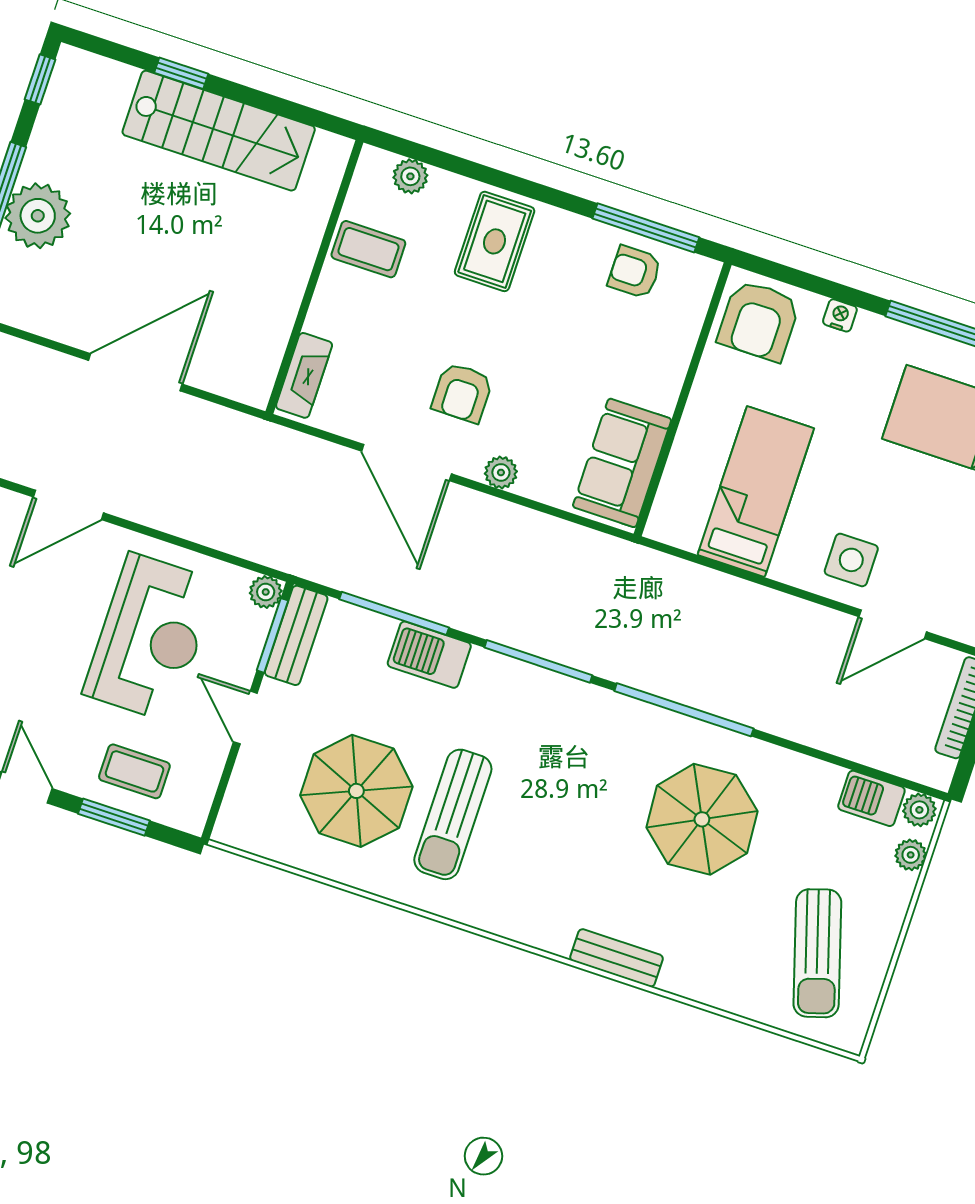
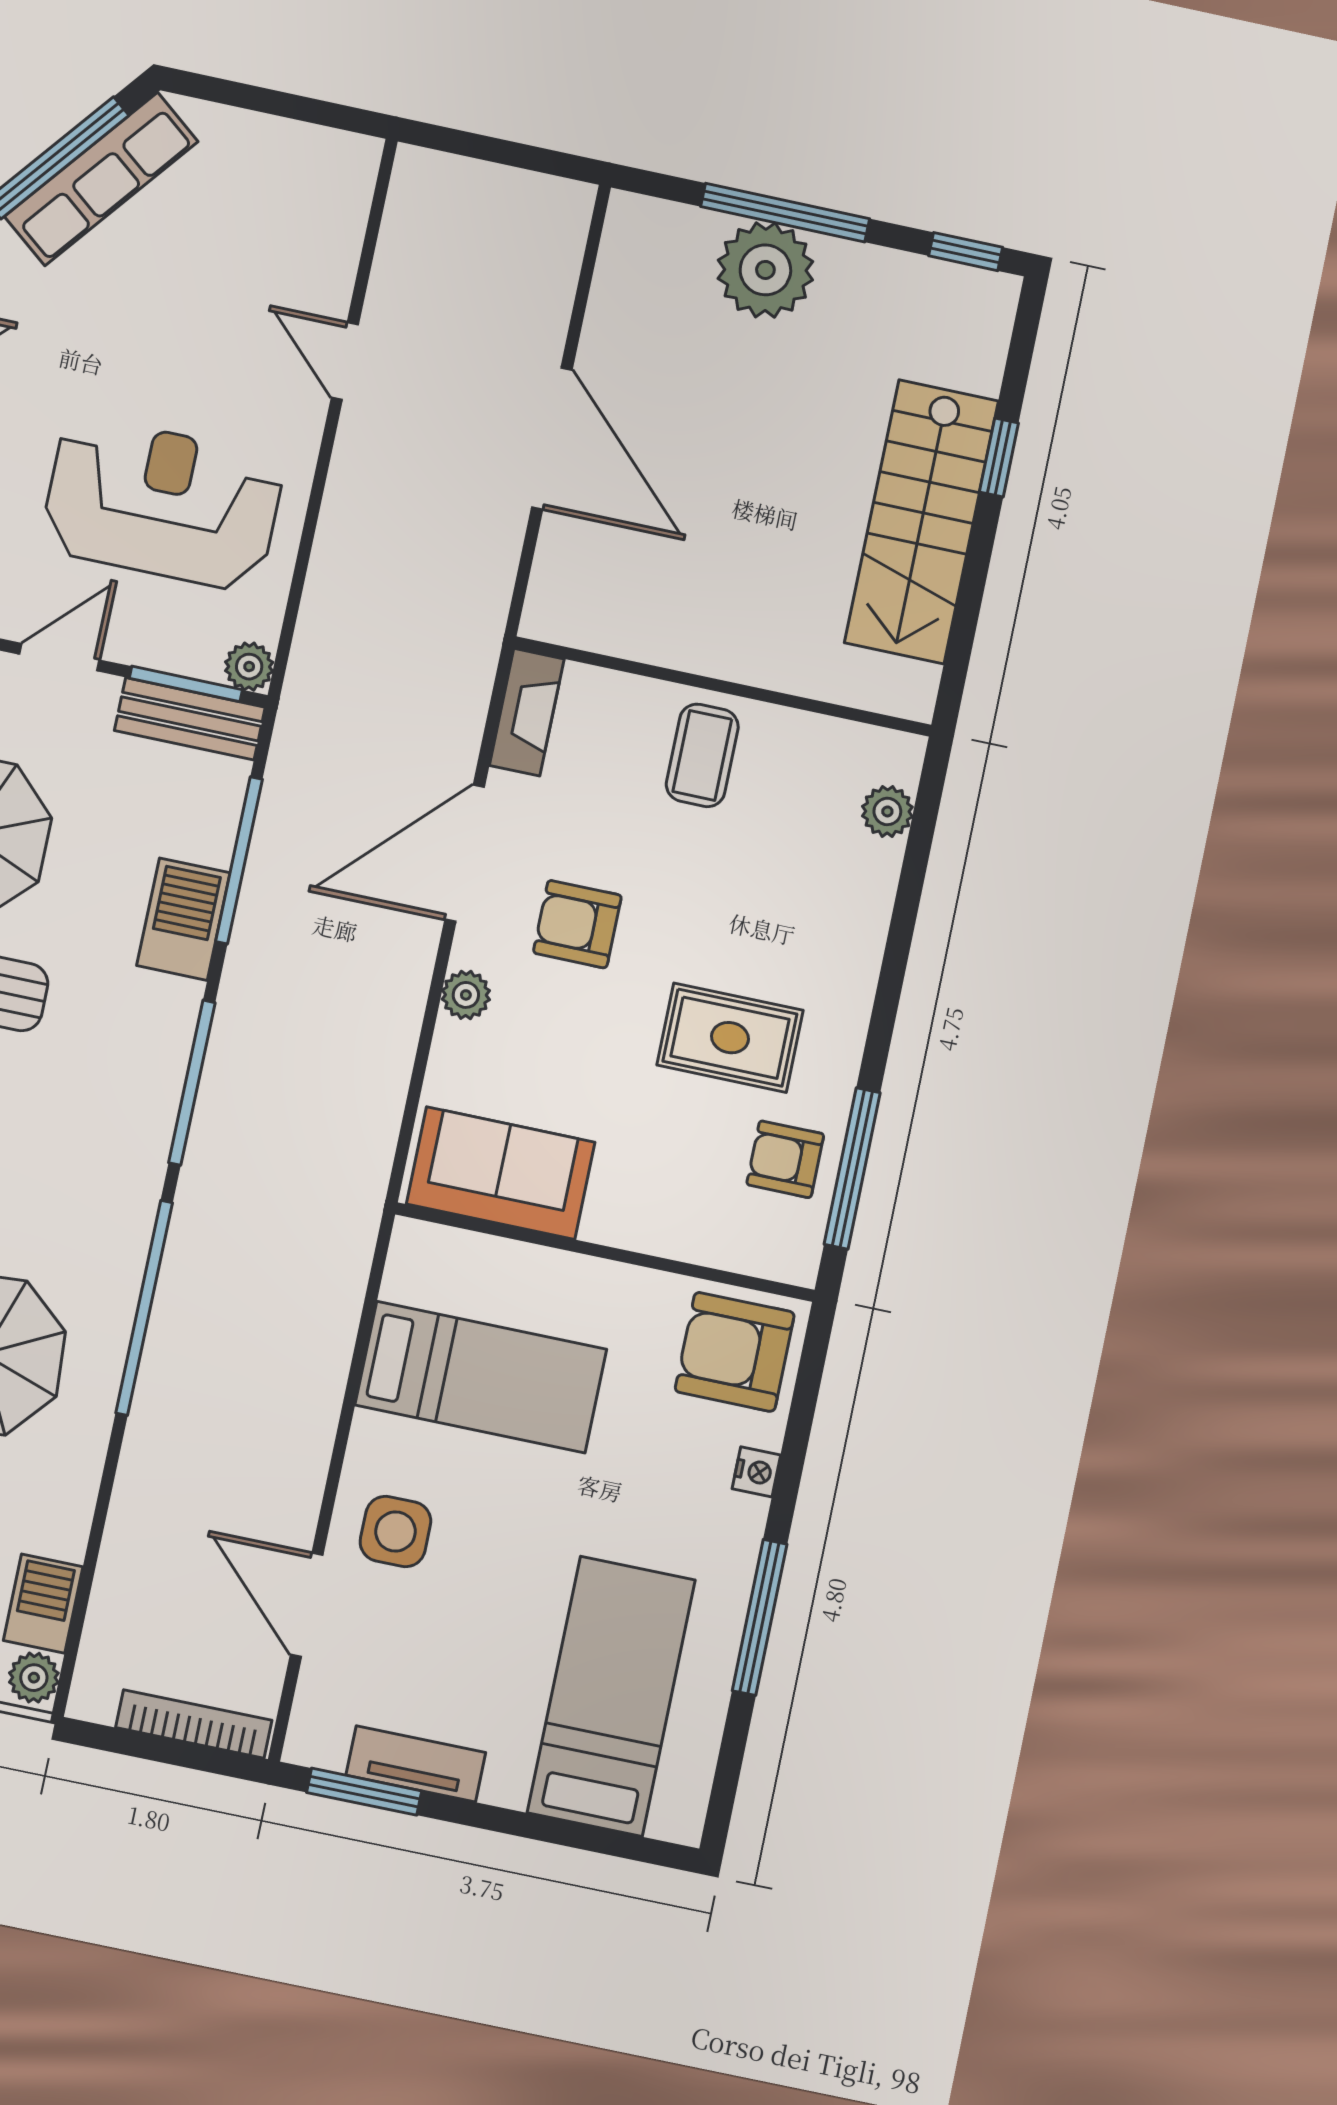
rug: (495, 241) -> (730, 1038), moved
coffee table: (368, 249) -> (702, 755), moved
armchair: (635, 272) -> (785, 1159), turned -90
fireplace: (304, 375) -> (527, 712), moved, turned -90
door: (68, 505) -> (345, 361), width x0.73
reception desk: (150, 637) -> (162, 503), turned 180

